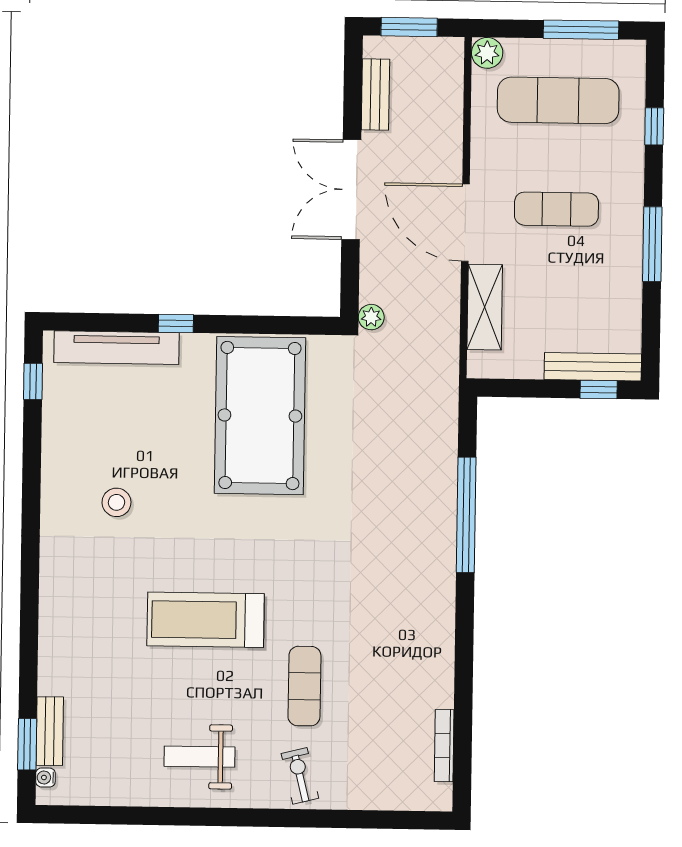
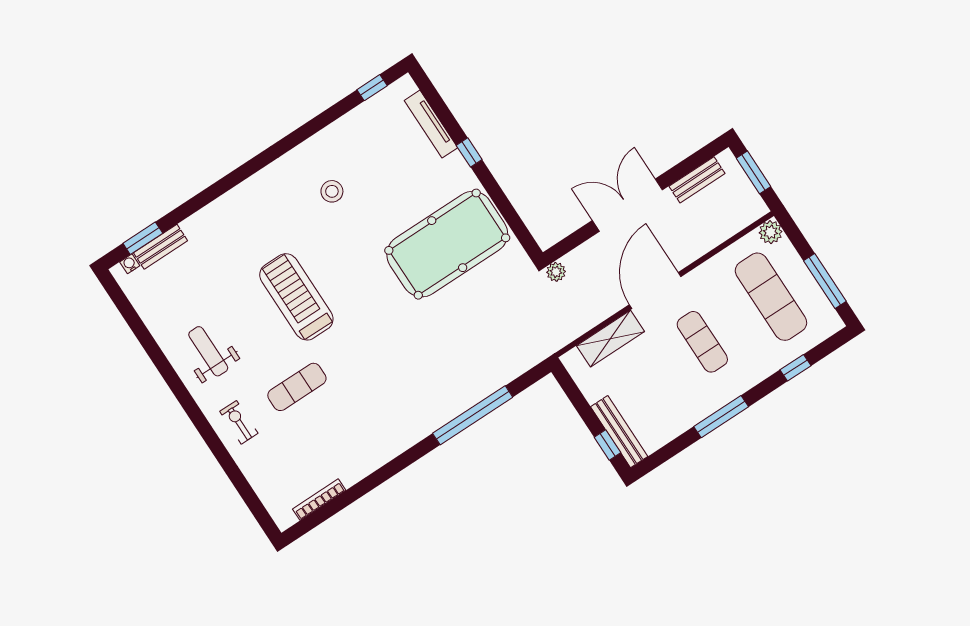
tv unit: (116, 348) -> (431, 124), width x0.73, depth x0.78
exercise bike: (300, 776) -> (239, 422), turned -76

